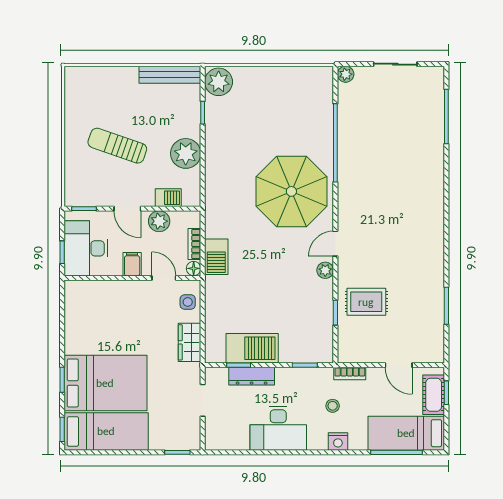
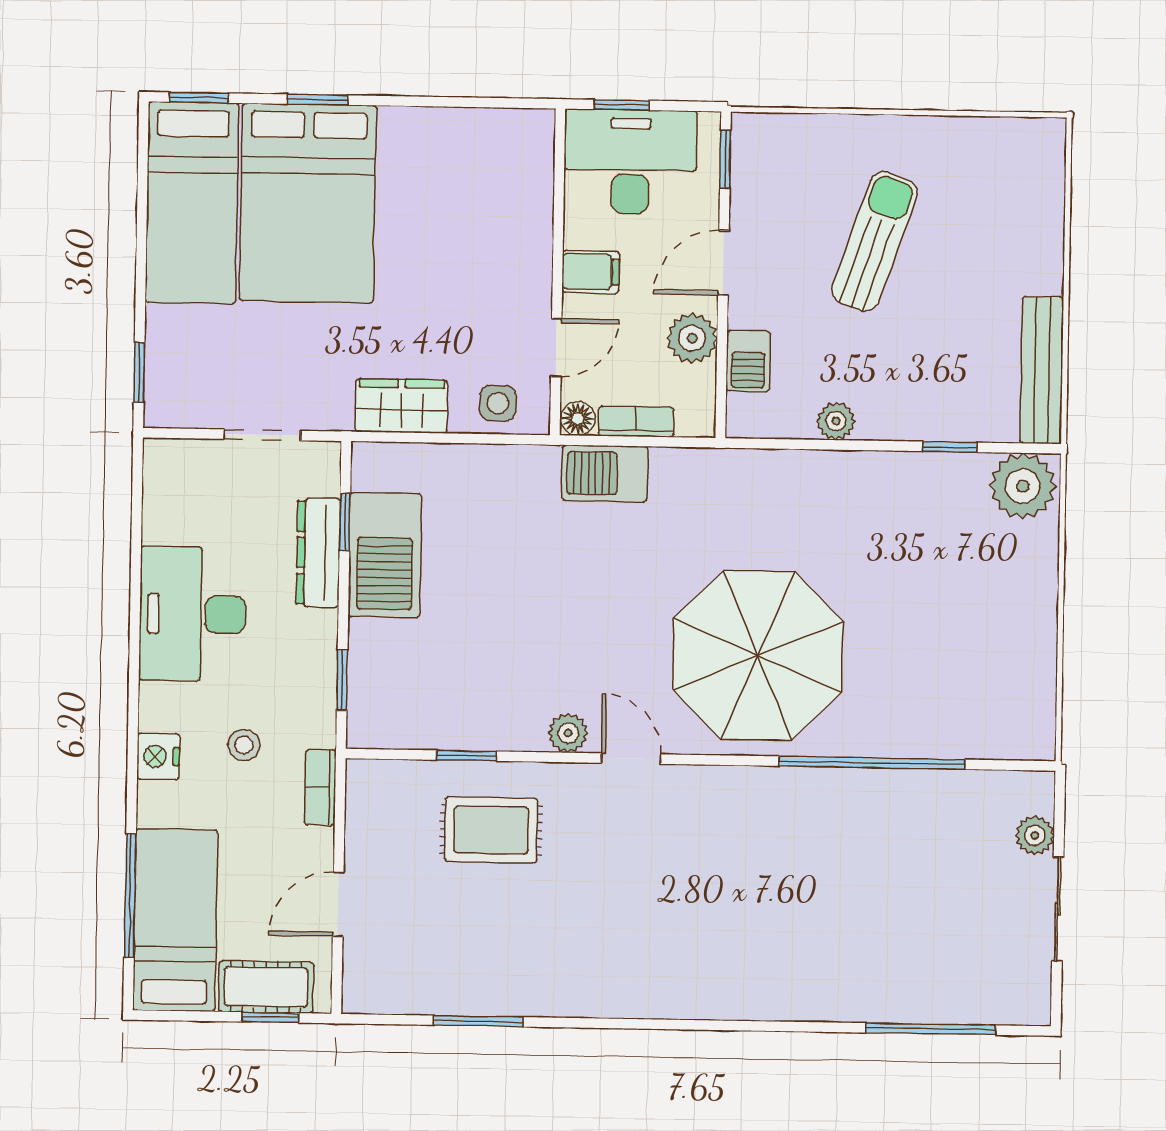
plant: (346, 74) -> (1035, 835), moved
plant: (186, 153) -> (836, 421), width x0.53, depth x0.53
rug: (366, 302) -> (491, 830), turned 90

